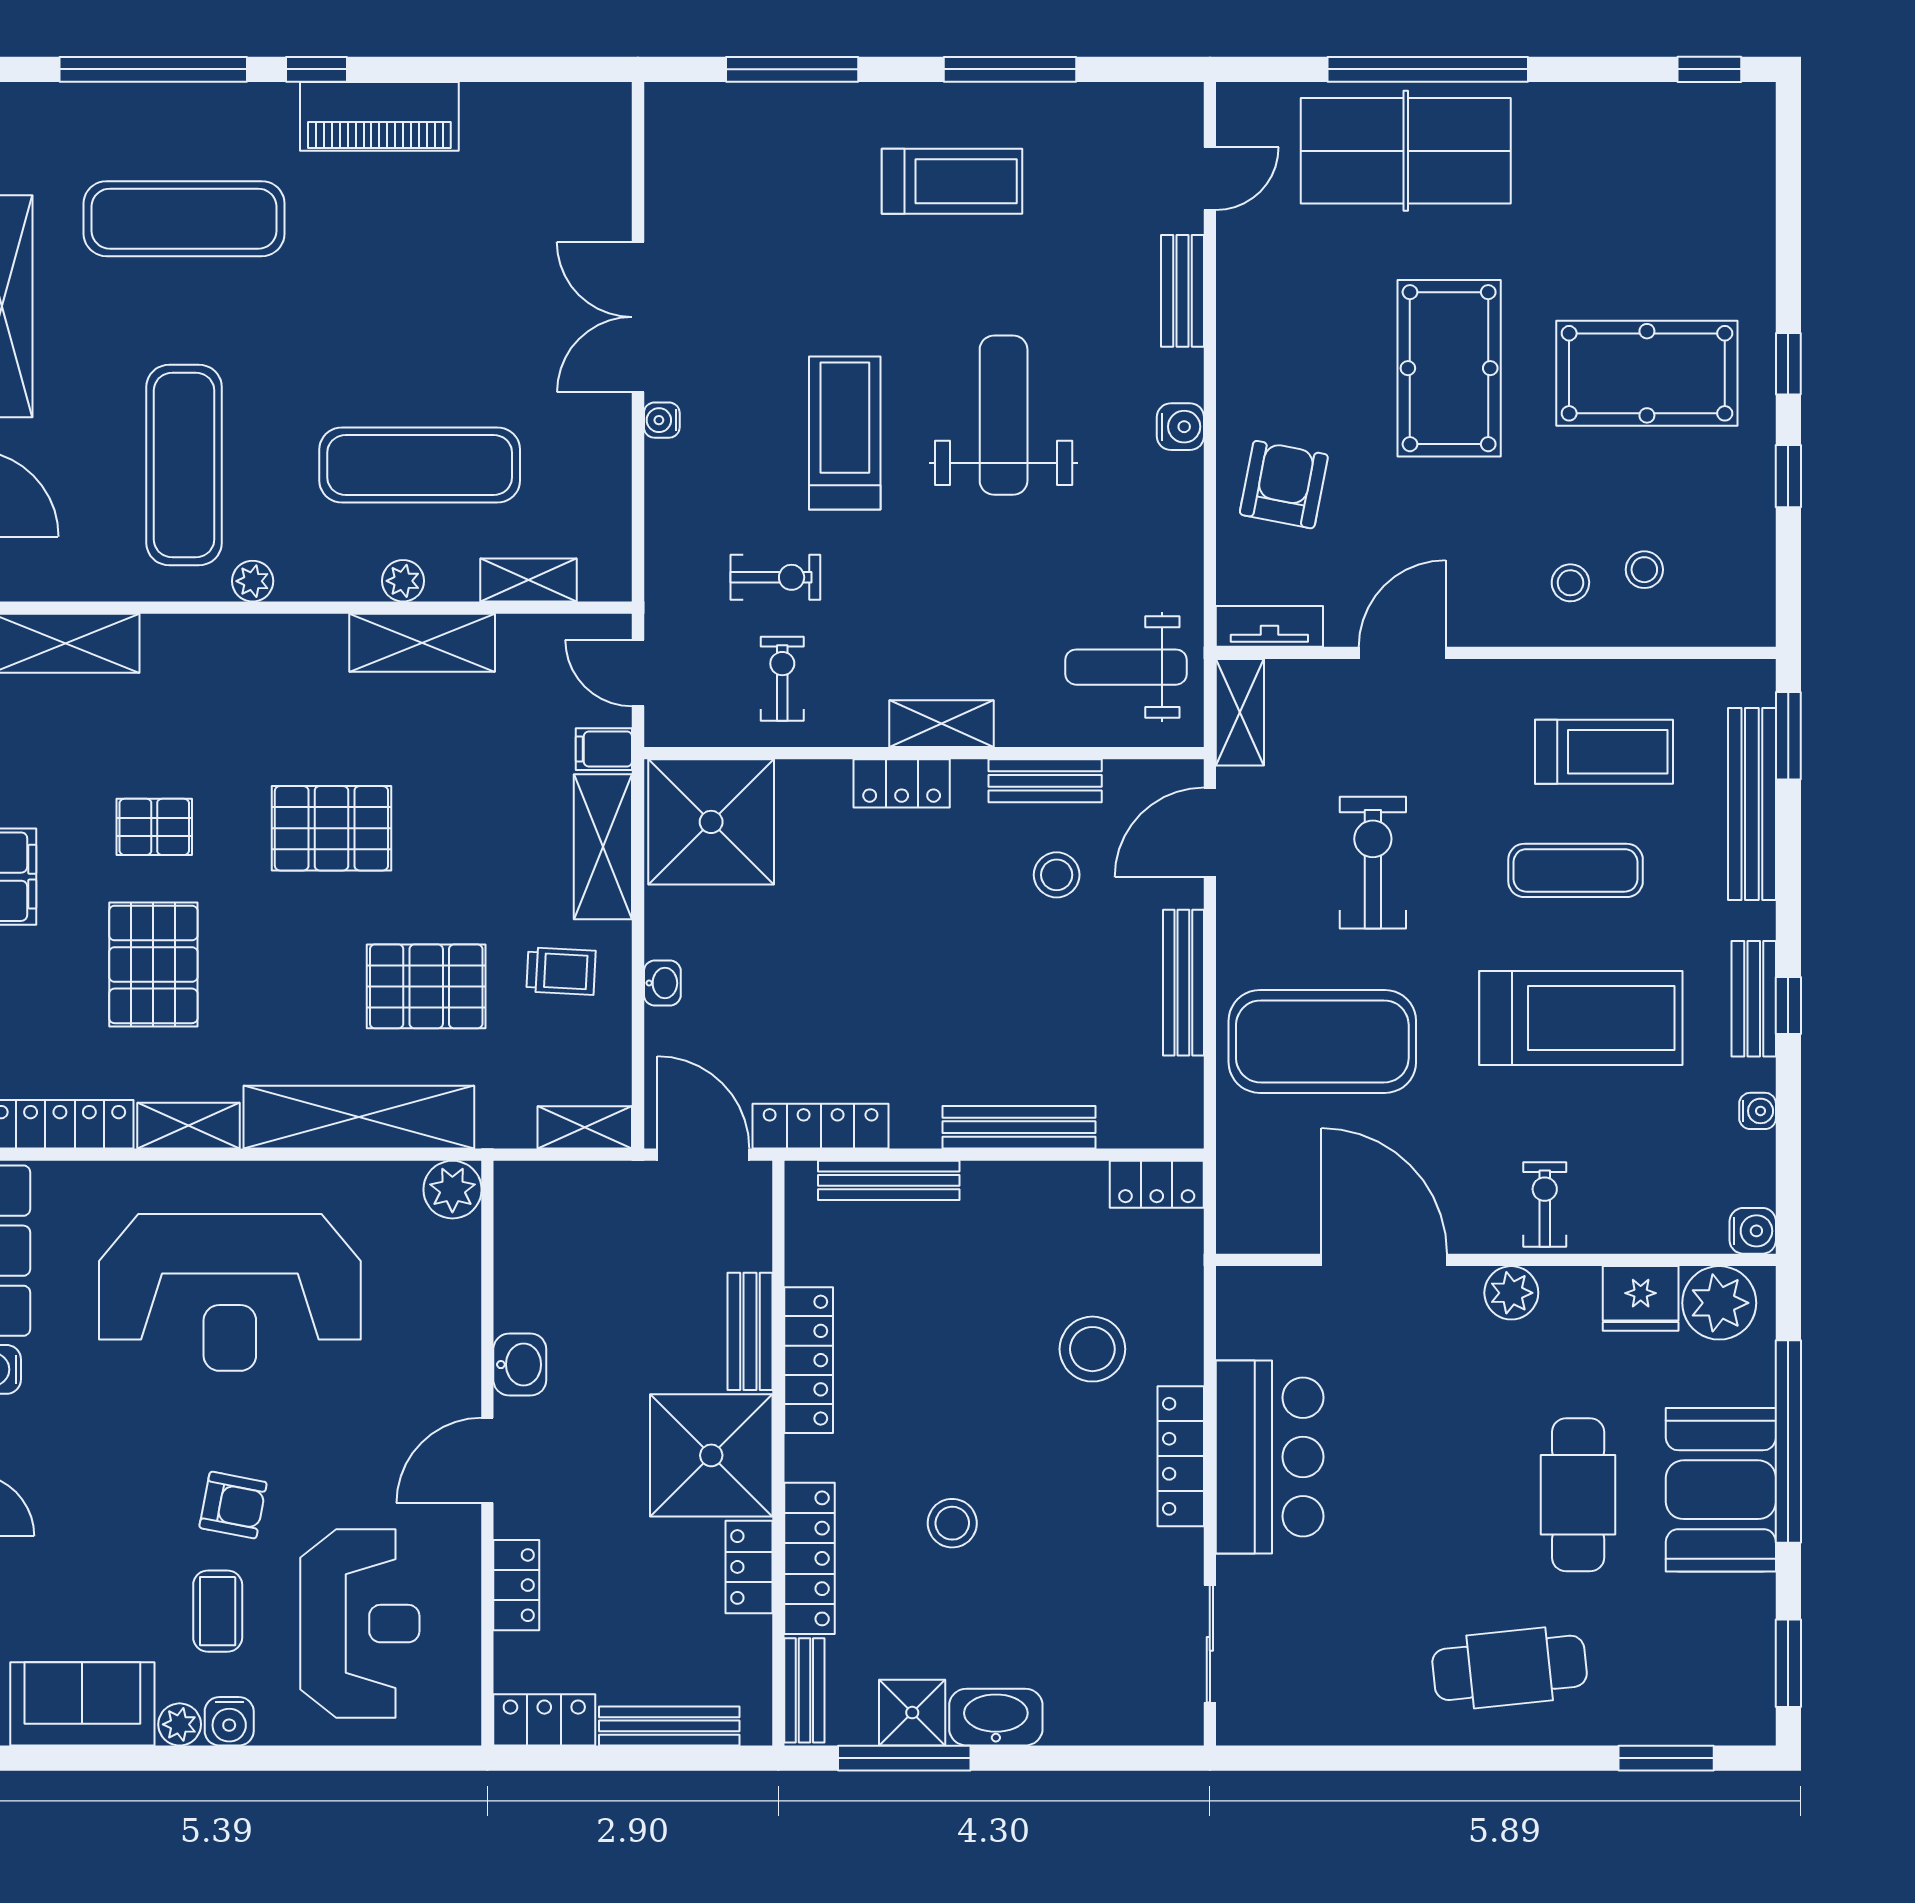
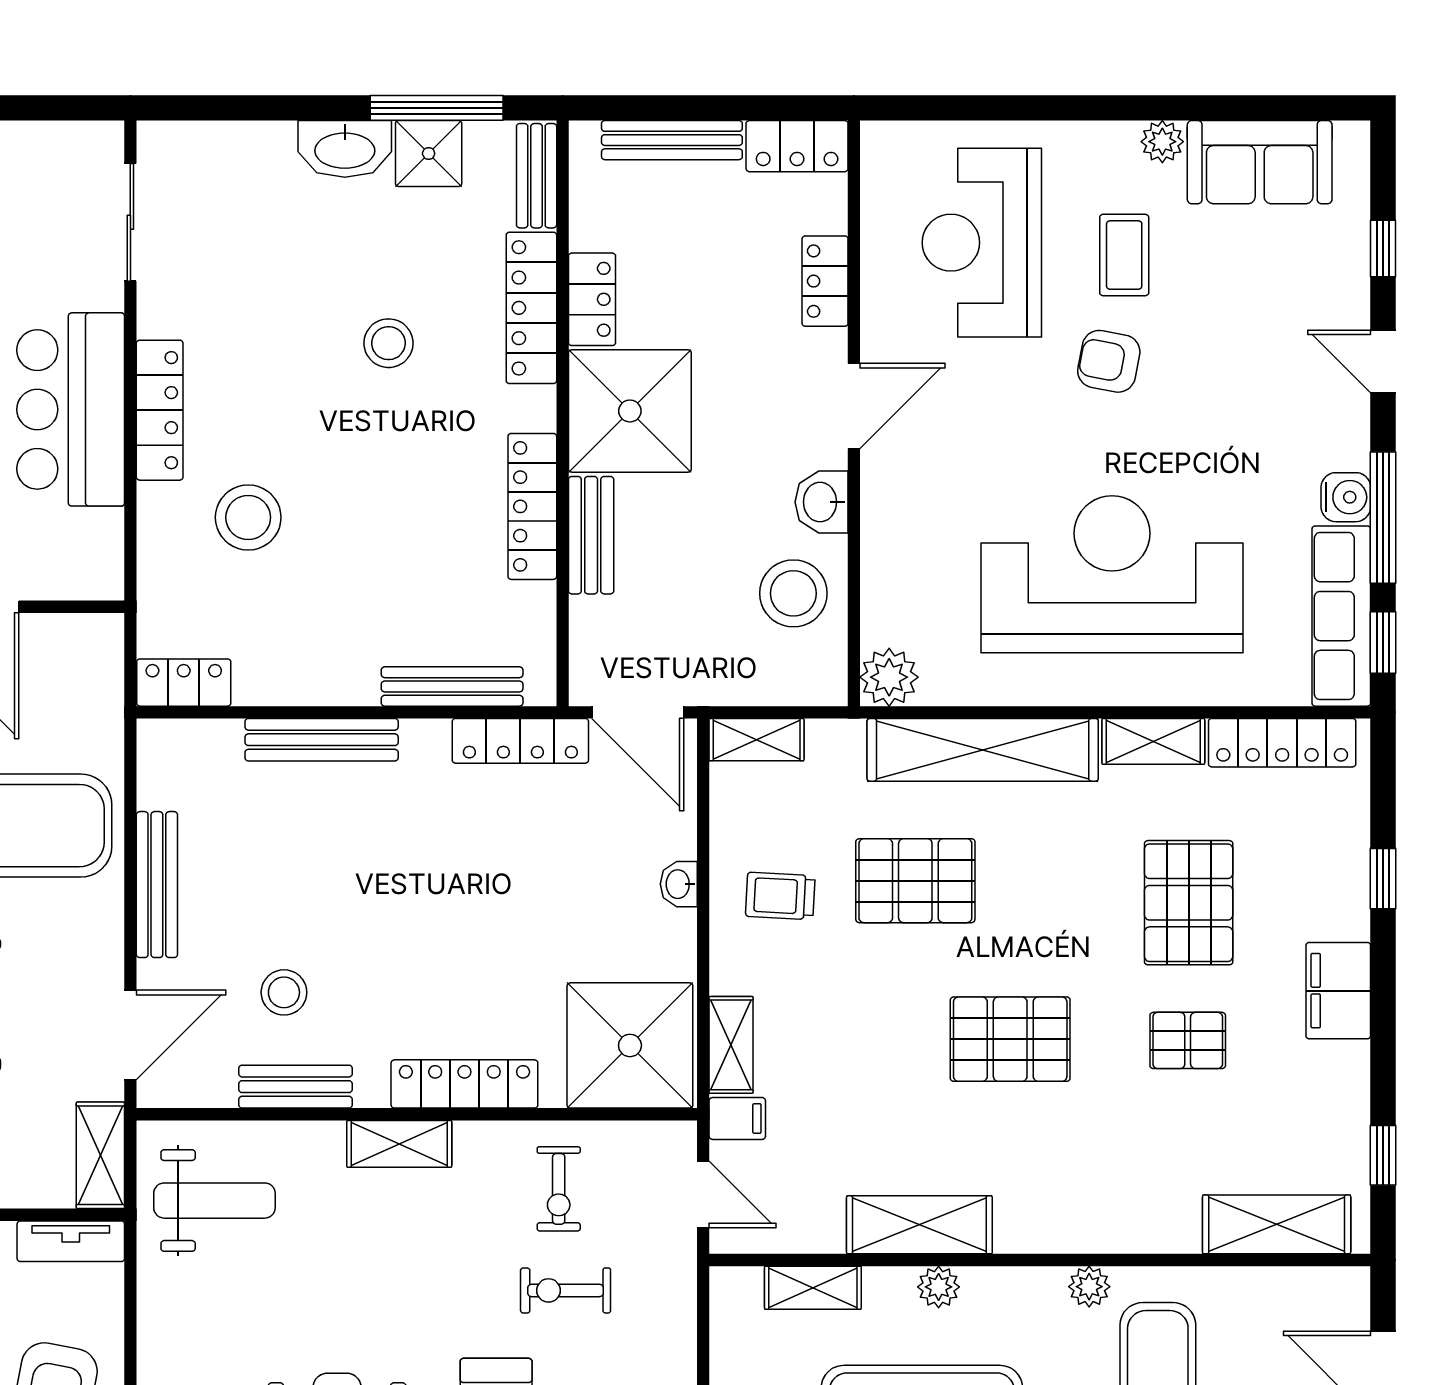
locker: (902, 783) -> (464, 1084), width x1.53
shelving: (603, 847) -> (731, 1045), width x0.67, depth x0.75
stool: (548, 1273) -> (793, 593), added
water cooler: (229, 1721) -> (1113, 145), removed

